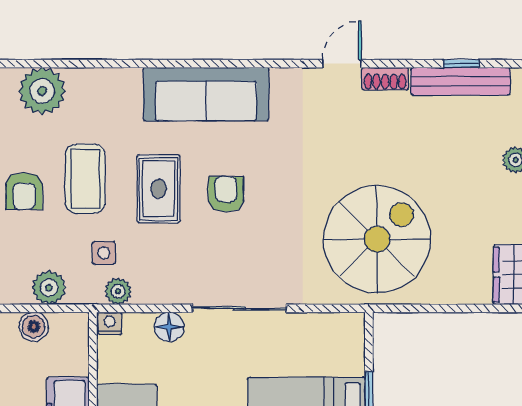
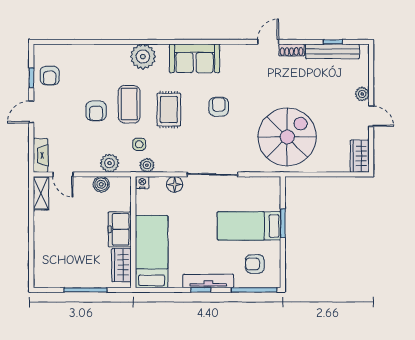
plant: (42, 91) -> (143, 57), moved
sofa: (206, 94) -> (195, 58), width x0.73
armchair: (226, 194) -> (219, 107), moved

